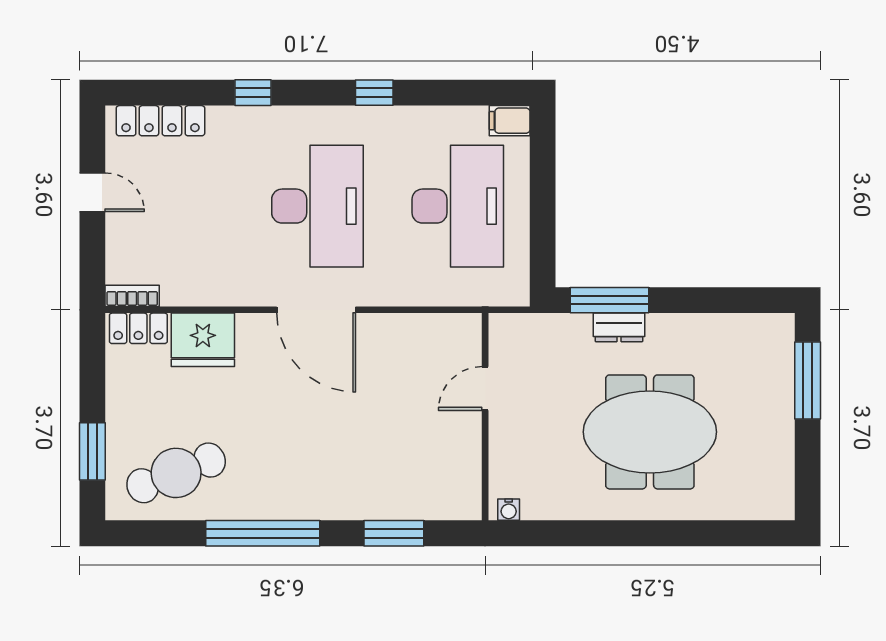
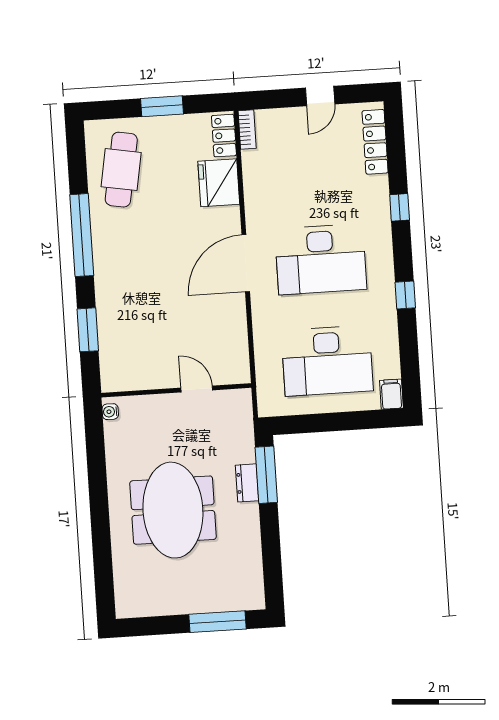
window: (92, 451) -> (162, 106), moved
cafe table: (176, 473) -> (121, 170), turned 31

